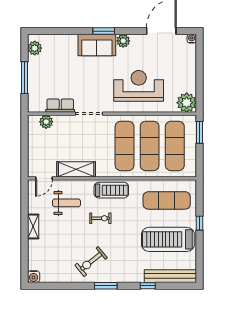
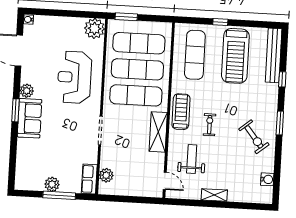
plant: (35, 48) -> (52, 184), moved
row of seats: (60, 106) -> (89, 179), moved
shelving: (76, 169) -> (158, 132), moved
water cooler: (34, 277) -> (267, 179), moved

